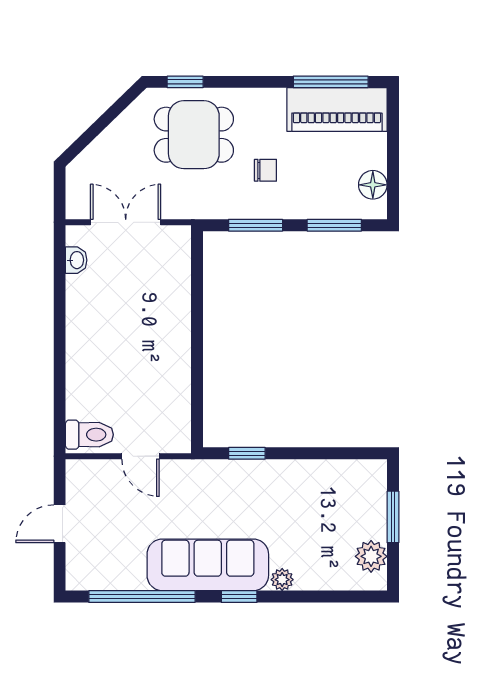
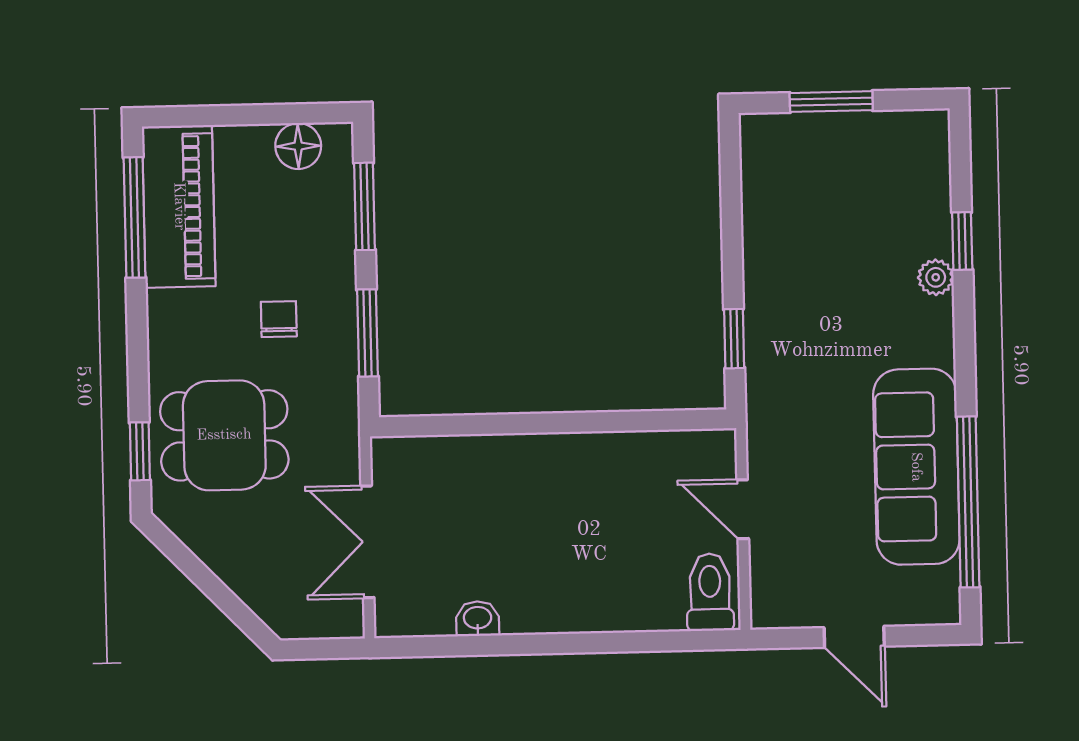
dining table: (194, 135) -> (224, 435), turned 90
washbasin: (76, 260) -> (478, 619), moved
door: (141, 456) -> (743, 509), swing flipped
plant: (371, 556) -> (895, 135), removed
sofa: (208, 565) -> (916, 467), moved
window: (239, 597) -> (962, 241), moved

